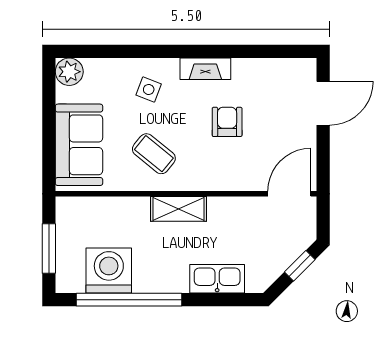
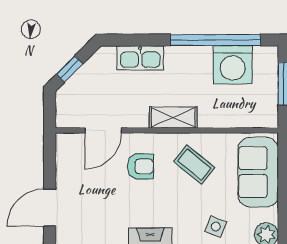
side table: (149, 89) -> (216, 227), moved
armchair: (227, 122) -> (140, 166), moved, turned -90
door: (289, 194) -> (103, 130), moved

